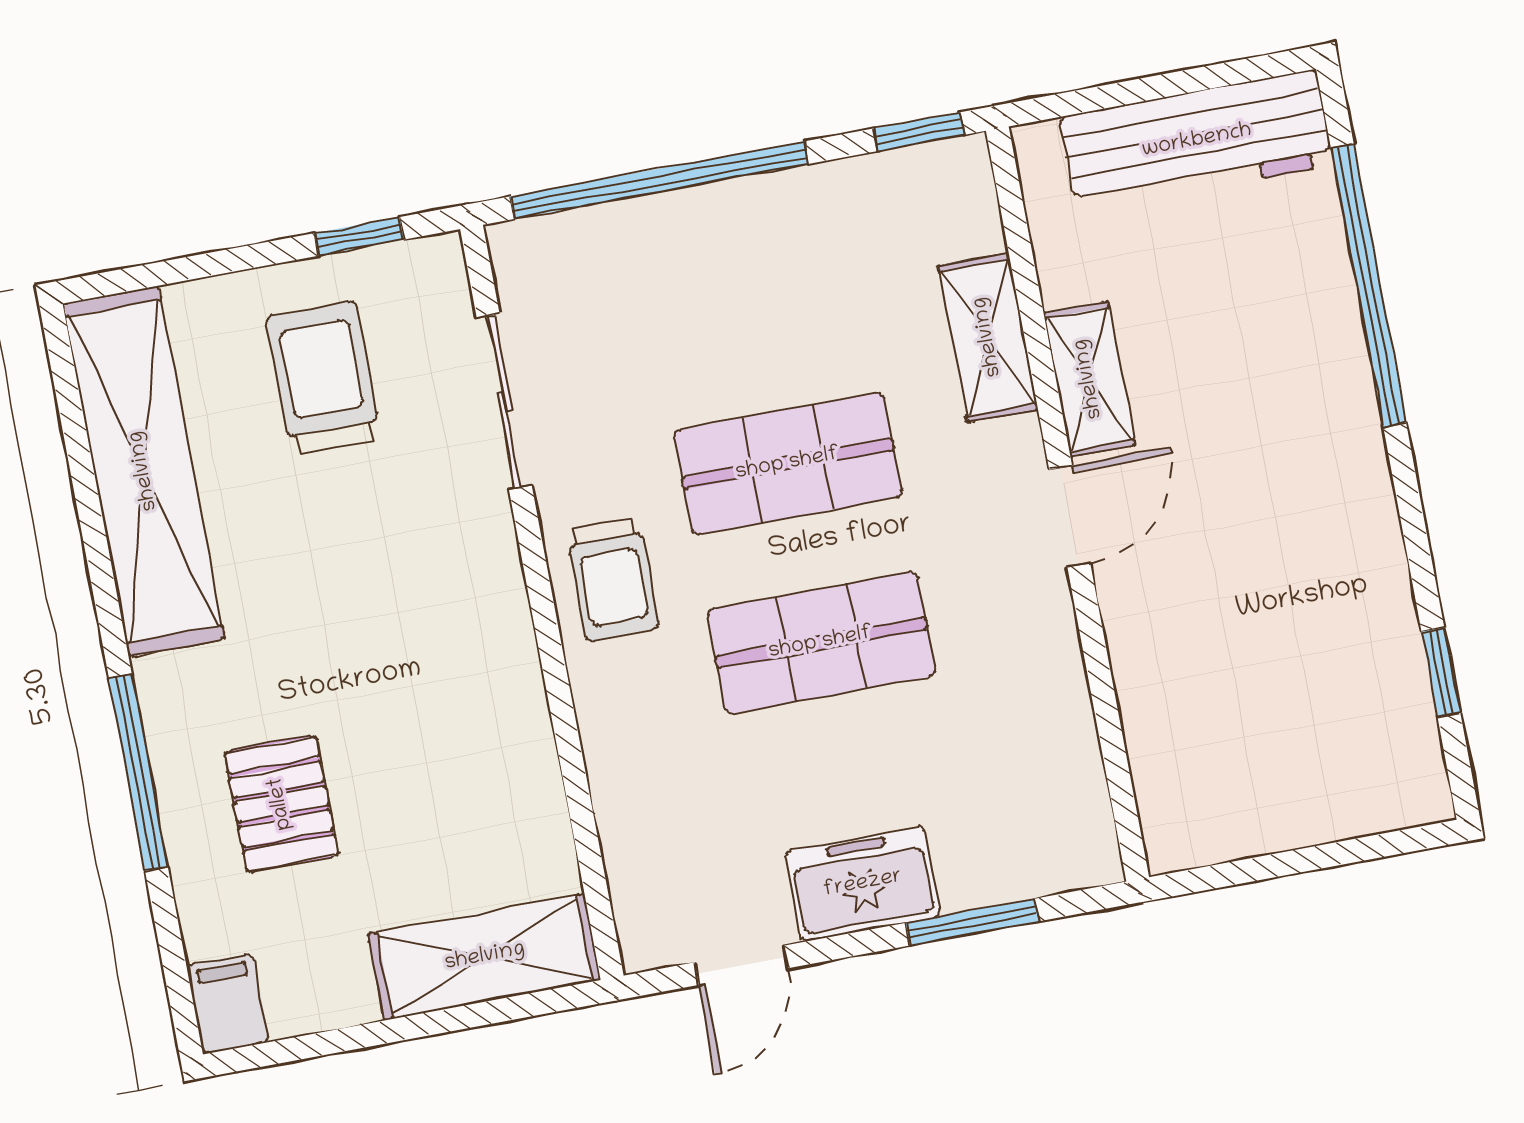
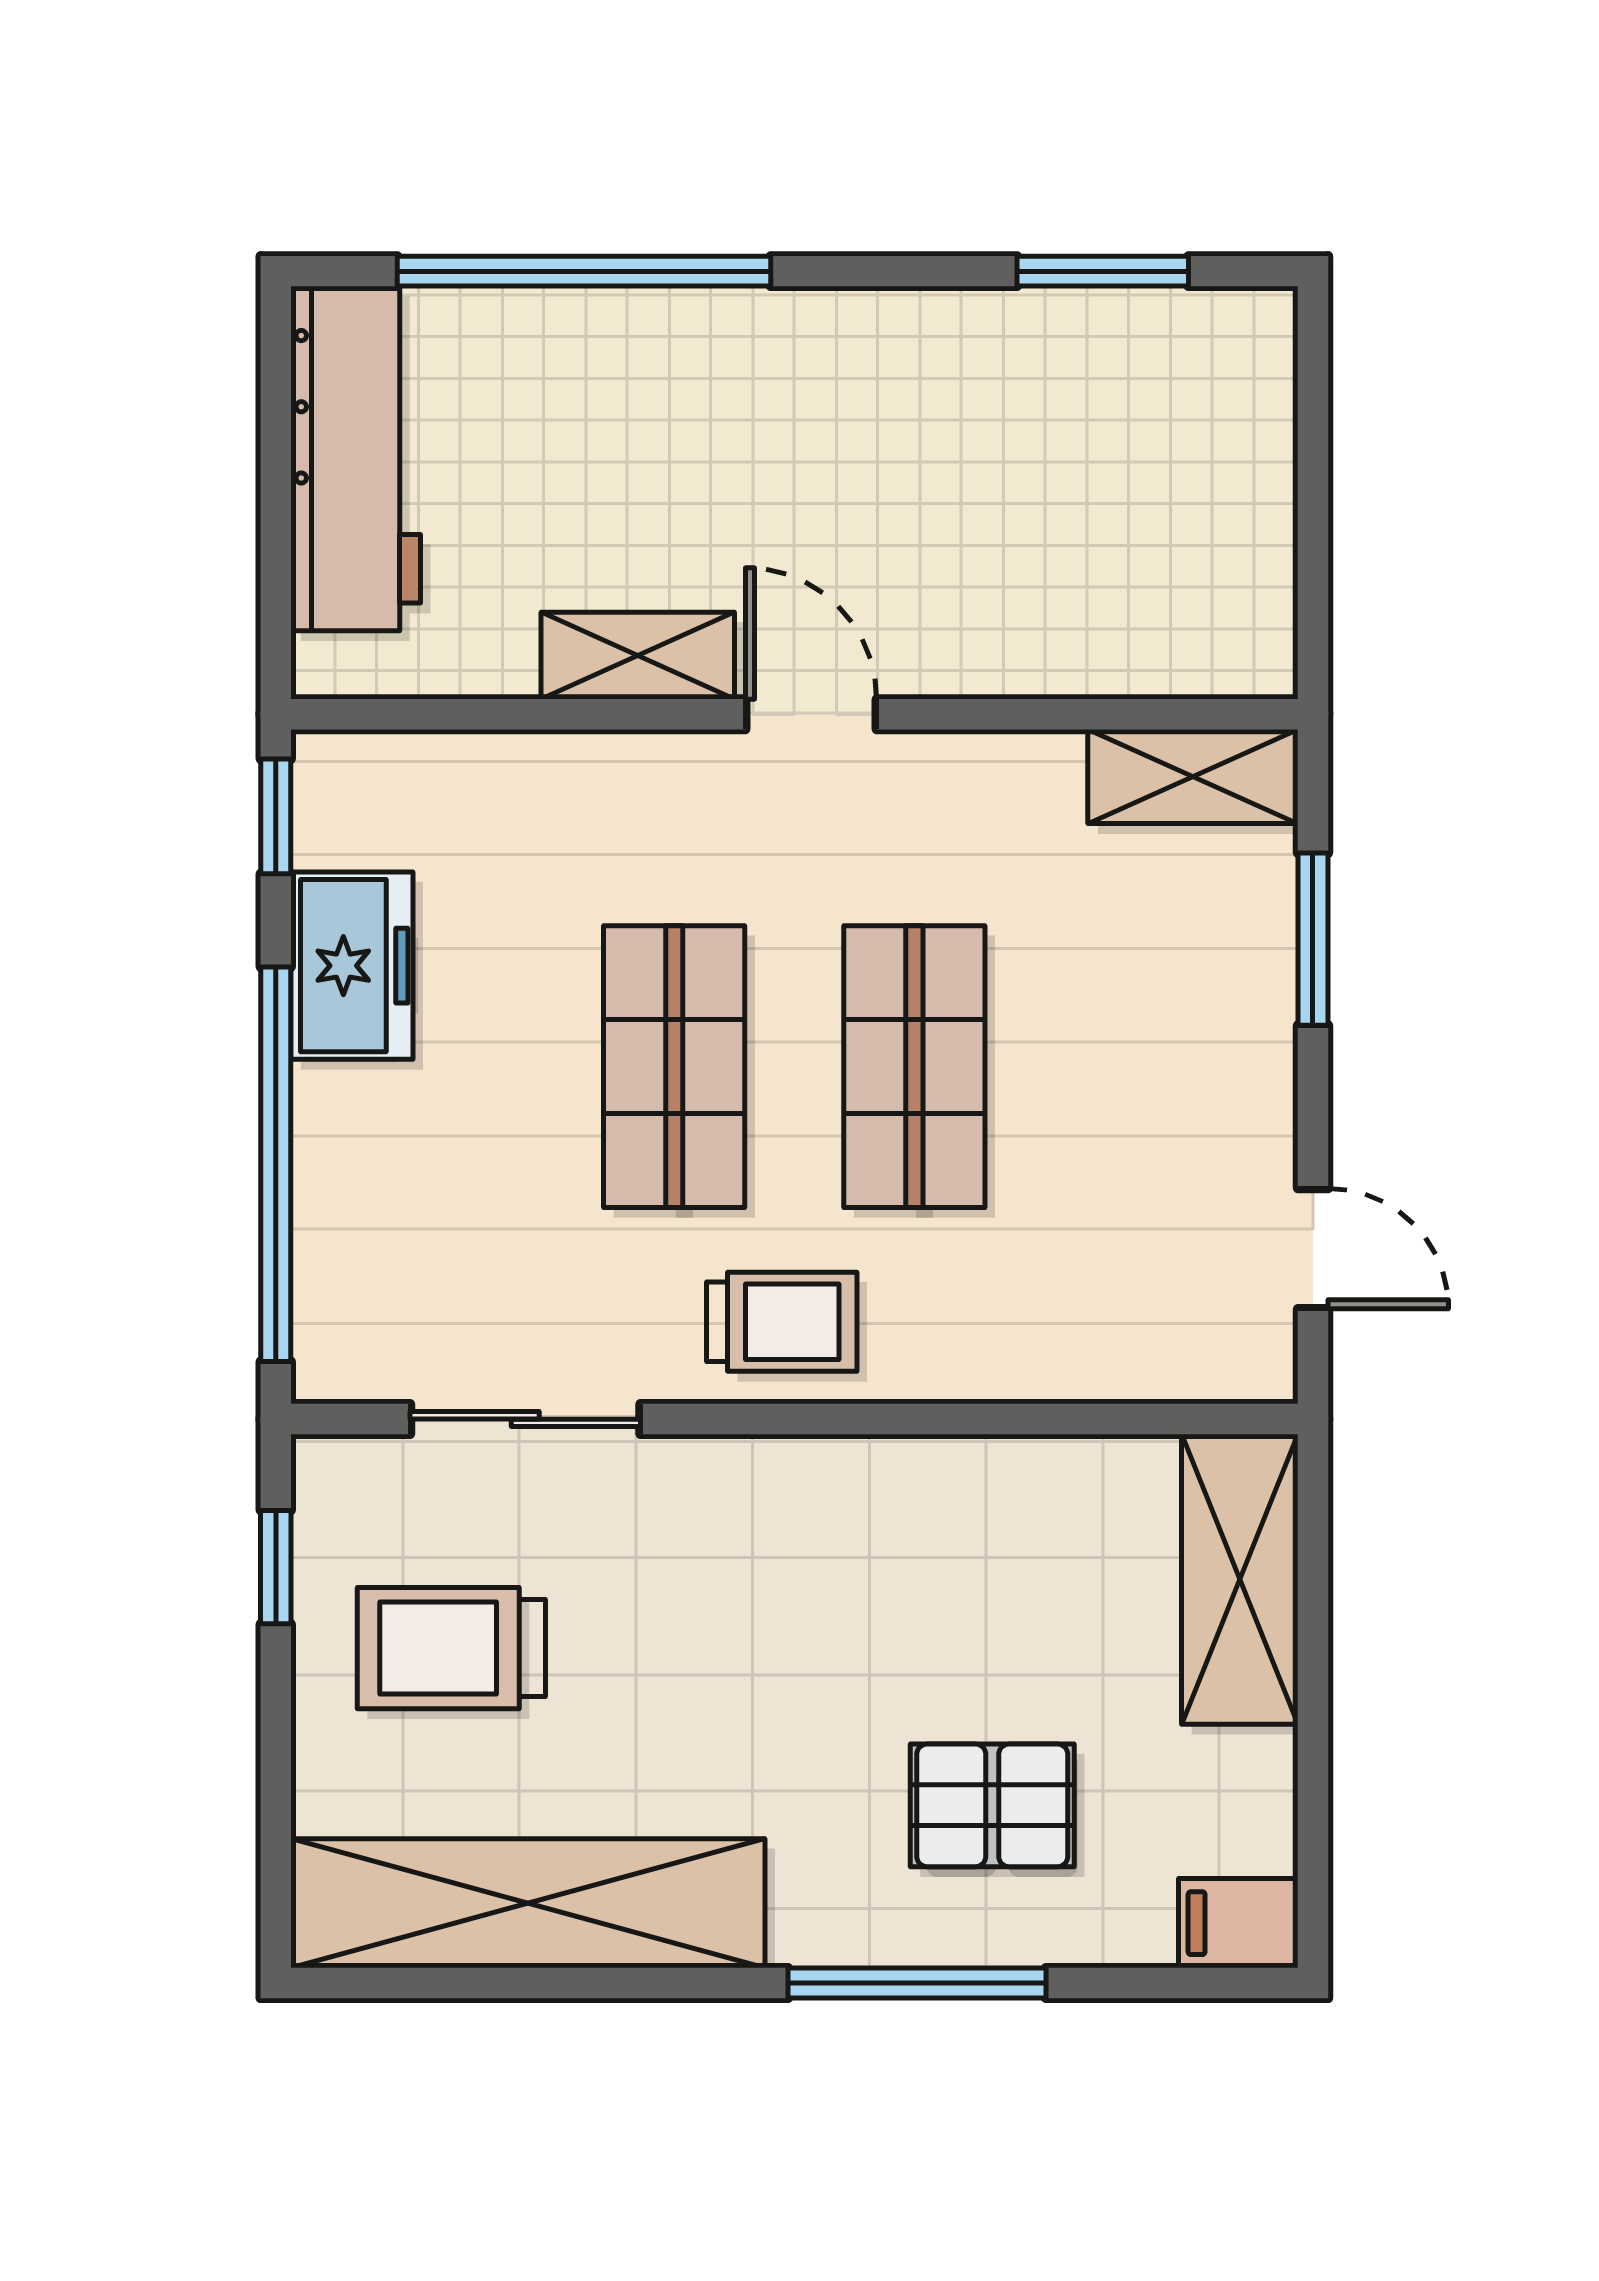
shelving: (988, 337) -> (1193, 776), moved
window: (1441, 672) -> (1103, 271), width x1.50
freezer: (863, 884) -> (352, 966), moved, turned 180

